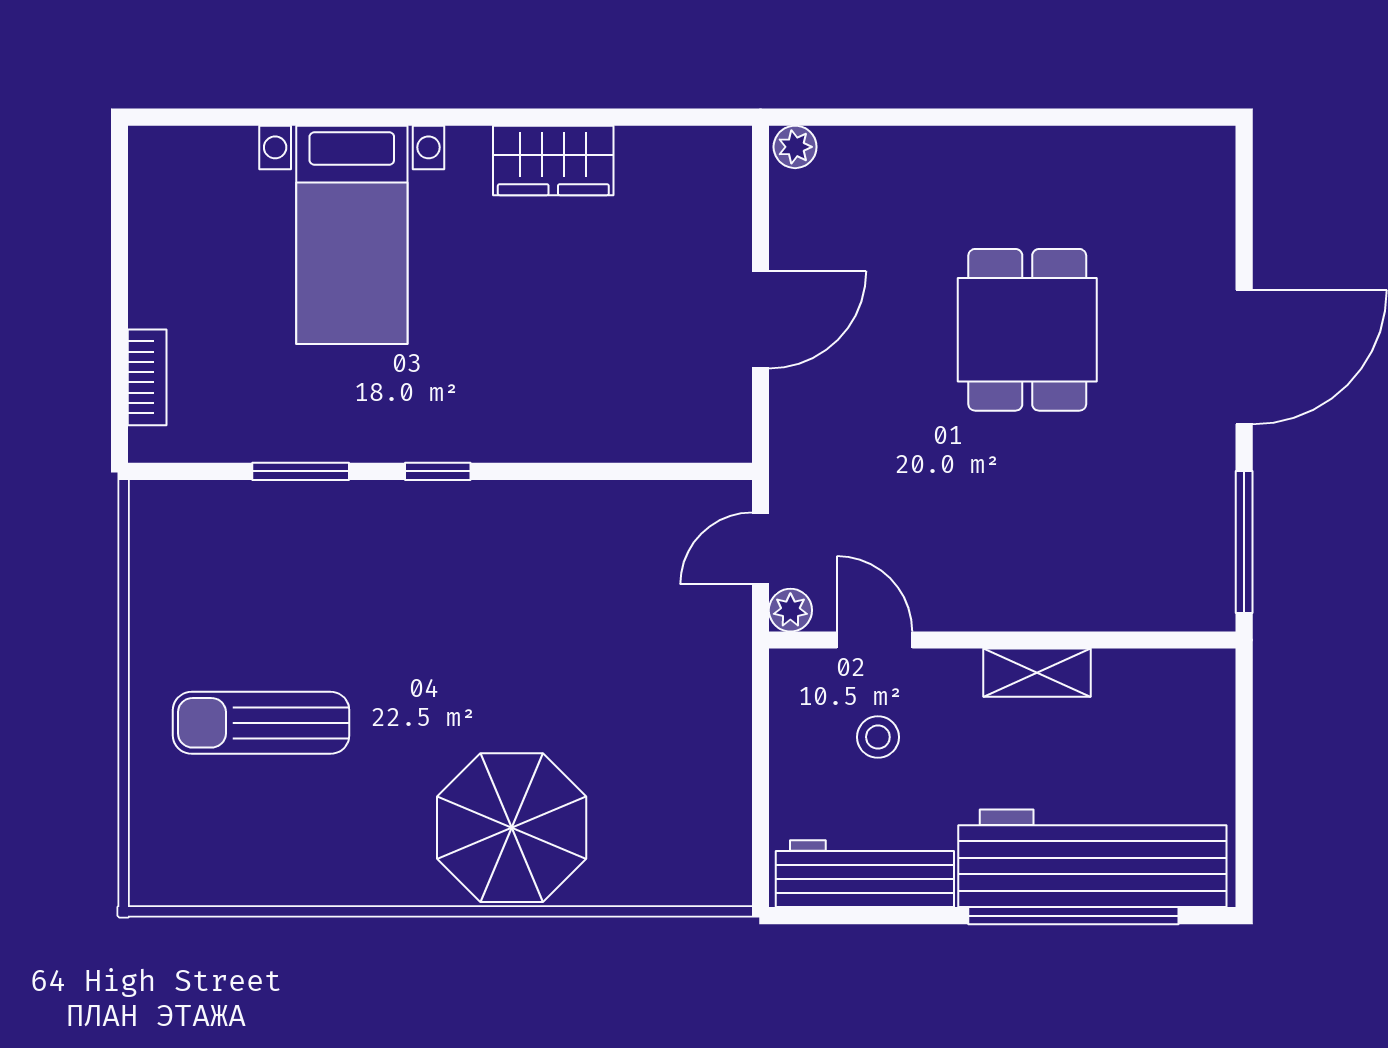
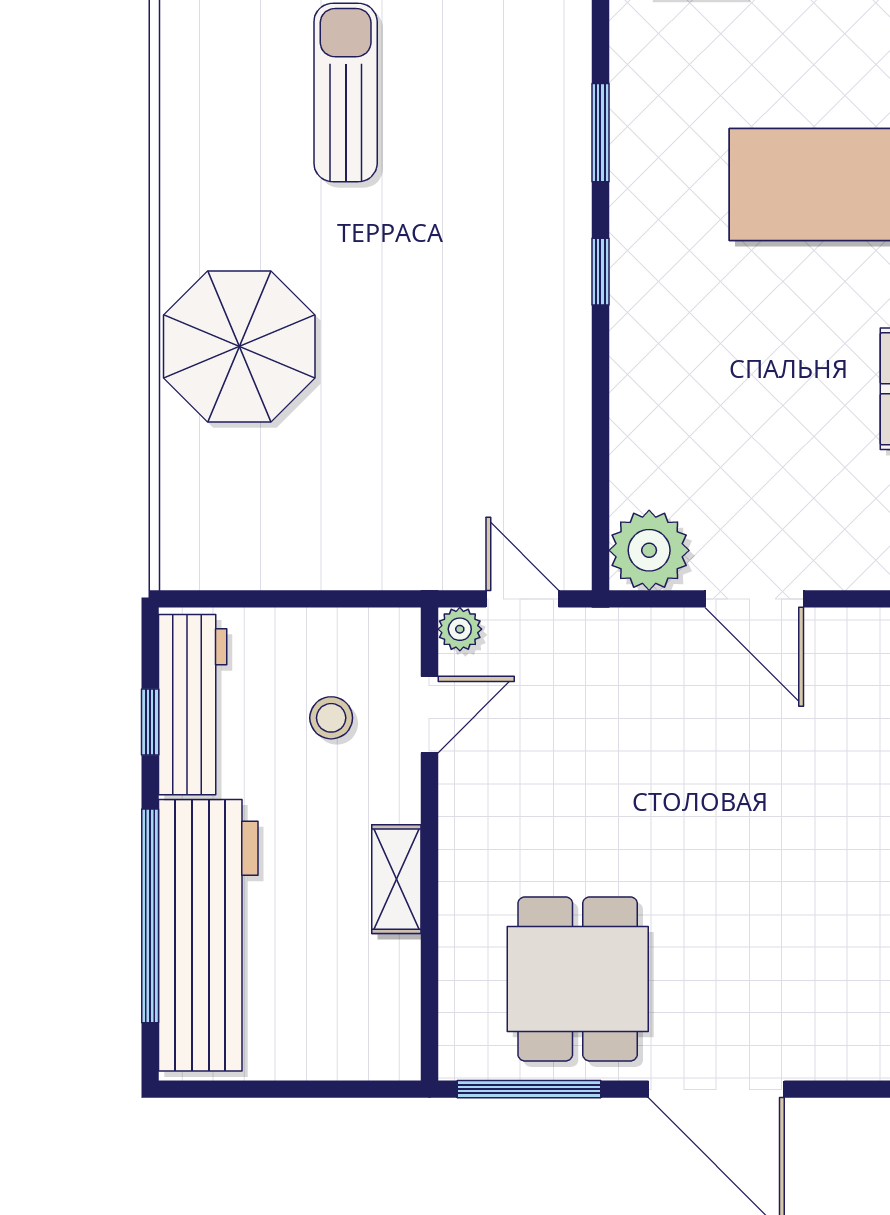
dining table: (1027, 330) -> (578, 979), moved, turned 90
plant: (713, 423) -> (649, 550), added
window: (882, 916) -> (150, 722), added

